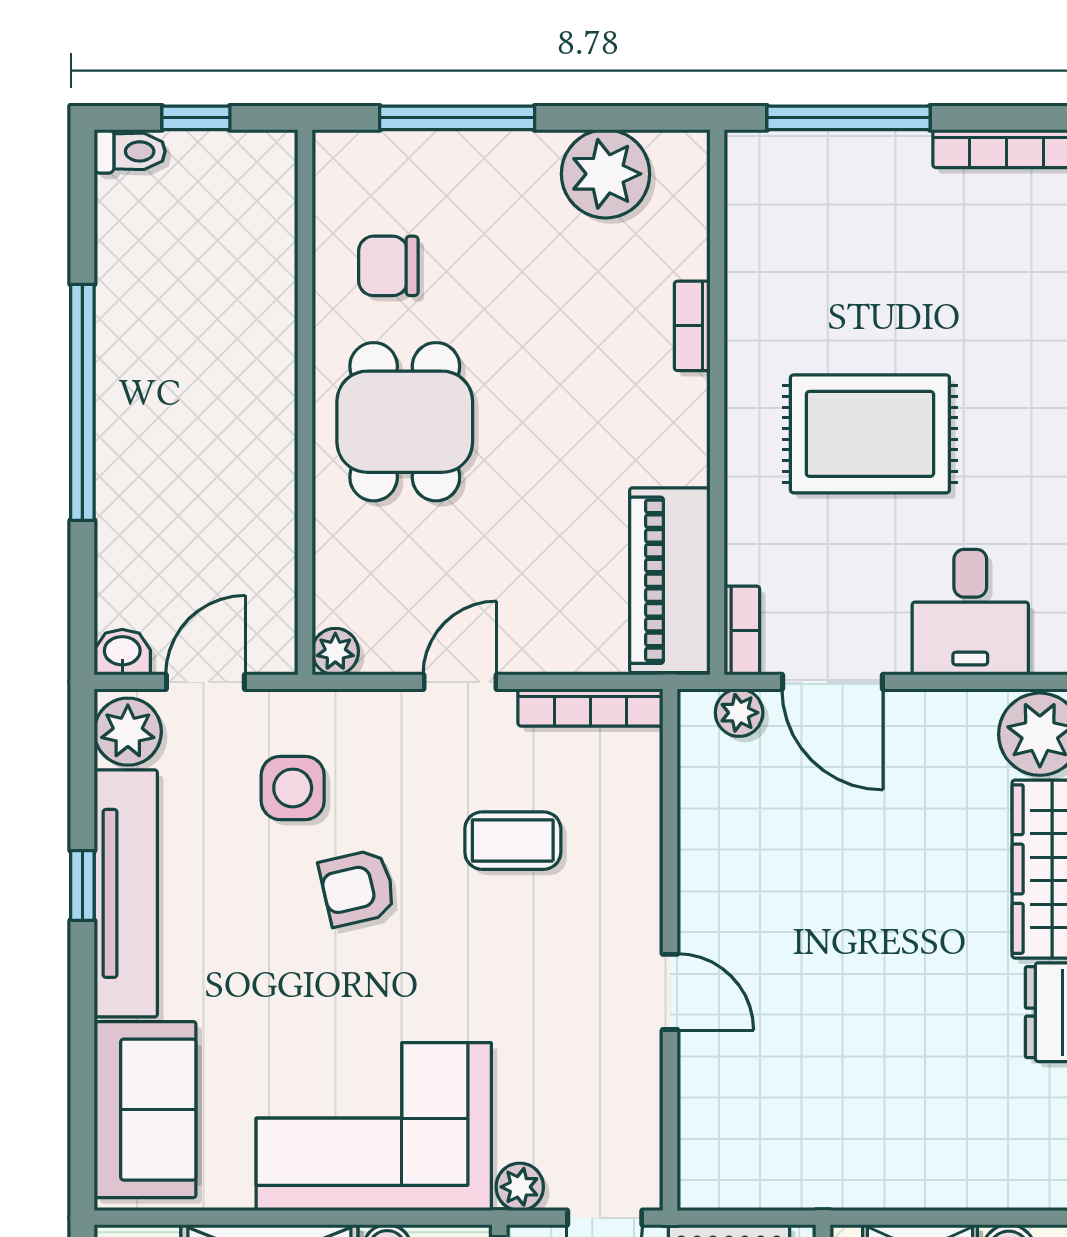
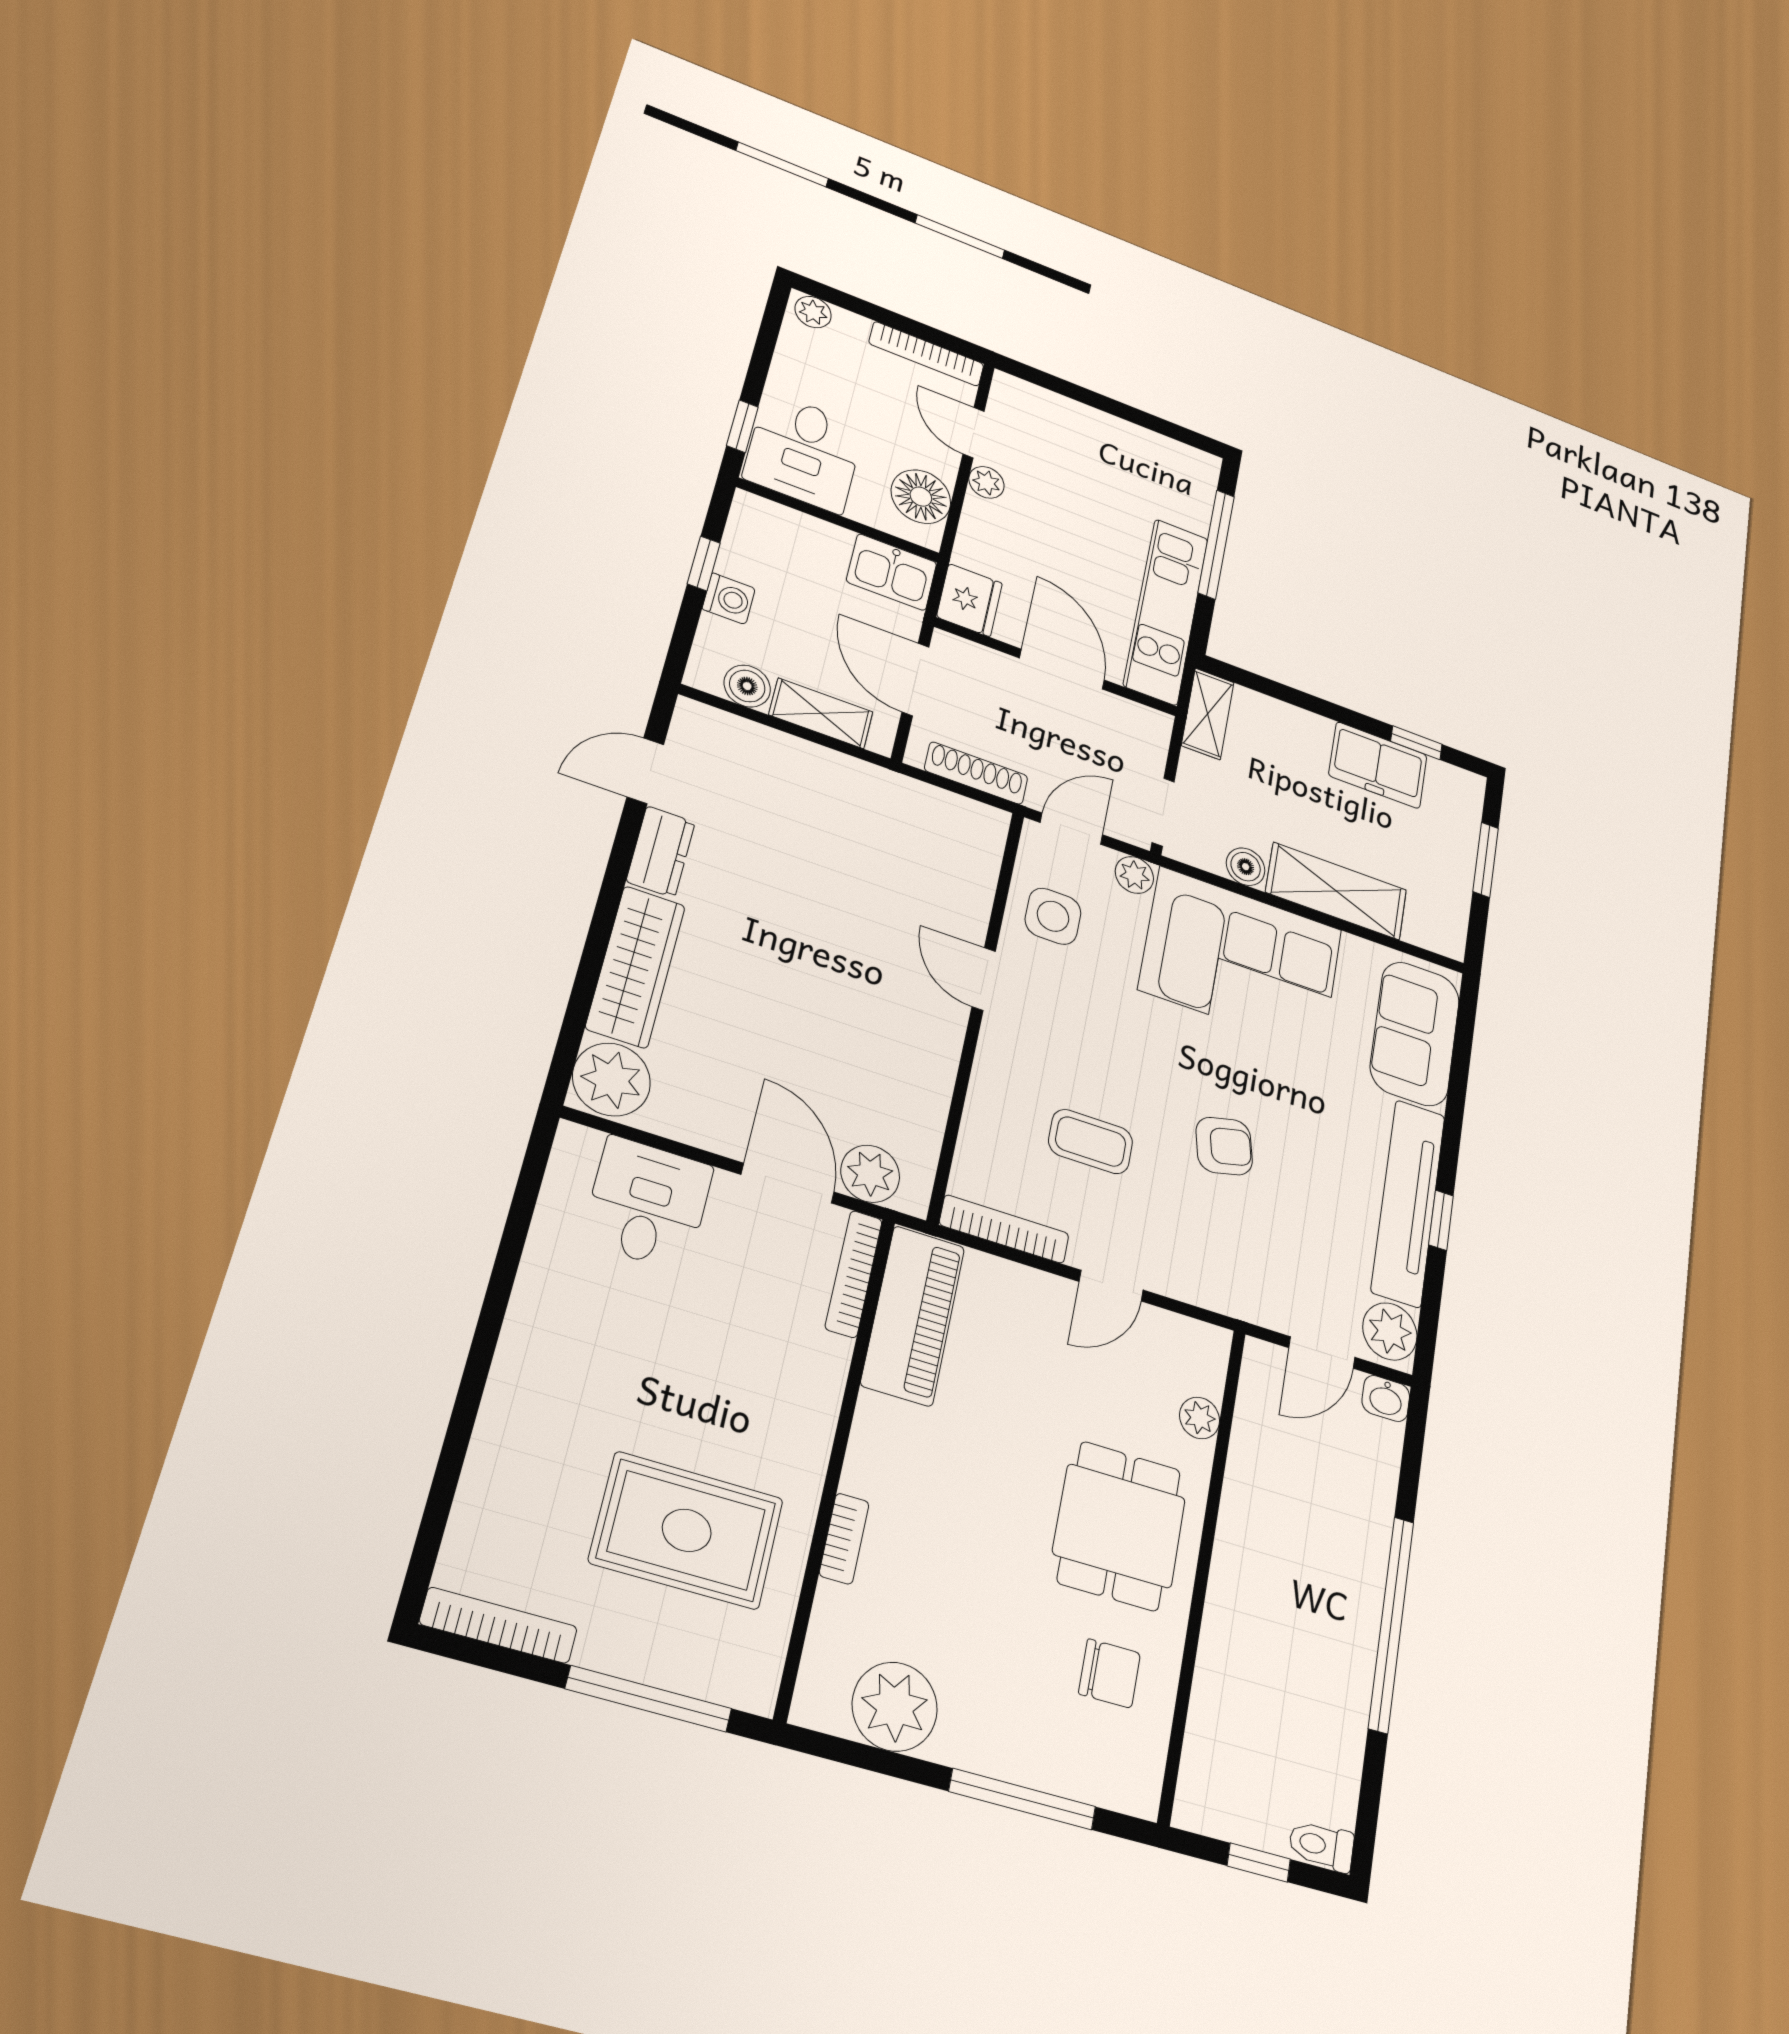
rug: (870, 434) -> (687, 1530), moved
bookcase: (742, 630) -> (854, 1274), width x1.56
plant: (335, 652) -> (1200, 1418), moved
plant: (739, 713) -> (870, 1174), width x1.38, depth x1.38
side table: (293, 788) -> (1053, 916), moved

